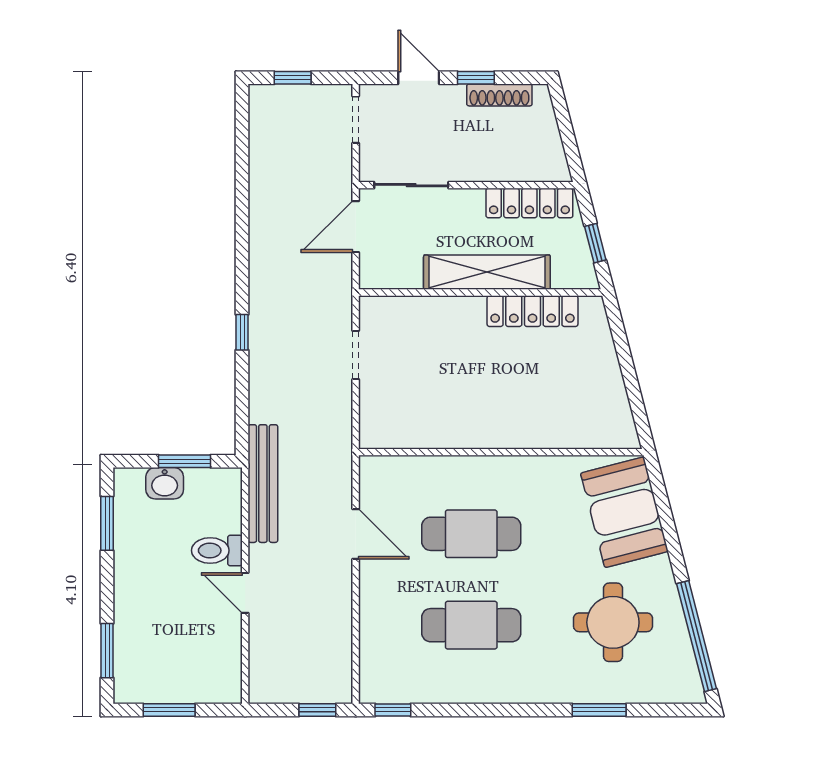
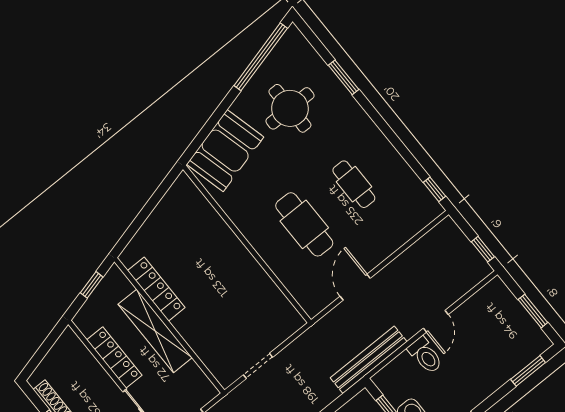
locker: (529, 203) -> (114, 358), moved
cafe table: (471, 625) -> (354, 184), width x0.73, depth x0.74
window: (317, 710) -> (483, 249), moved

